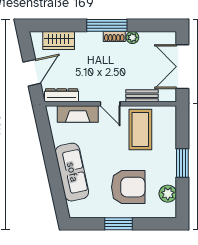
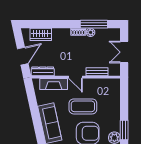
window: (107, 25) -> (94, 24), moved
double door: (182, 67) -> (124, 52), width x0.73
coffee table: (140, 130) -> (83, 106), moved, turned 90
window: (182, 163) -> (124, 130), moved

